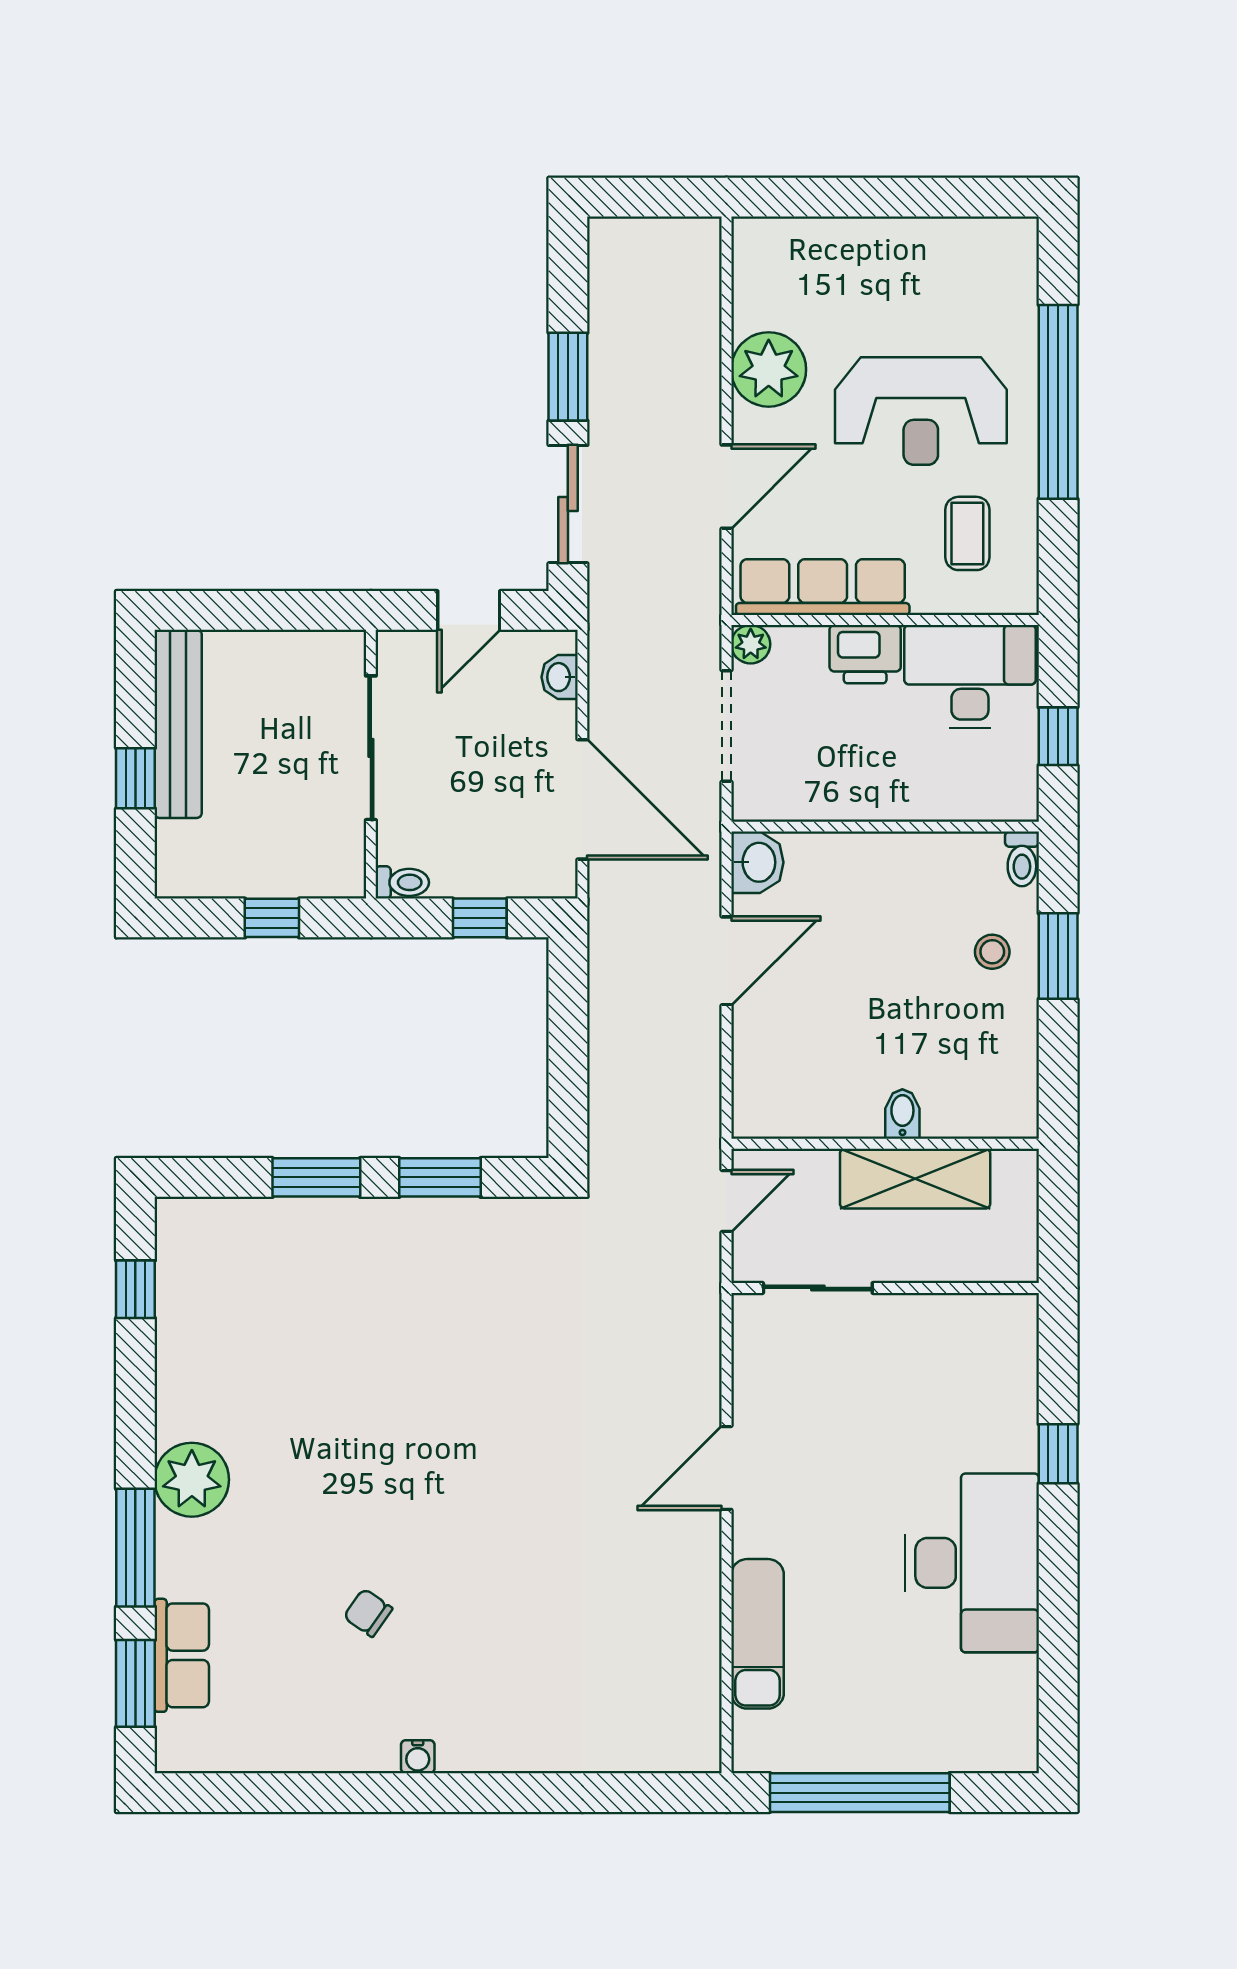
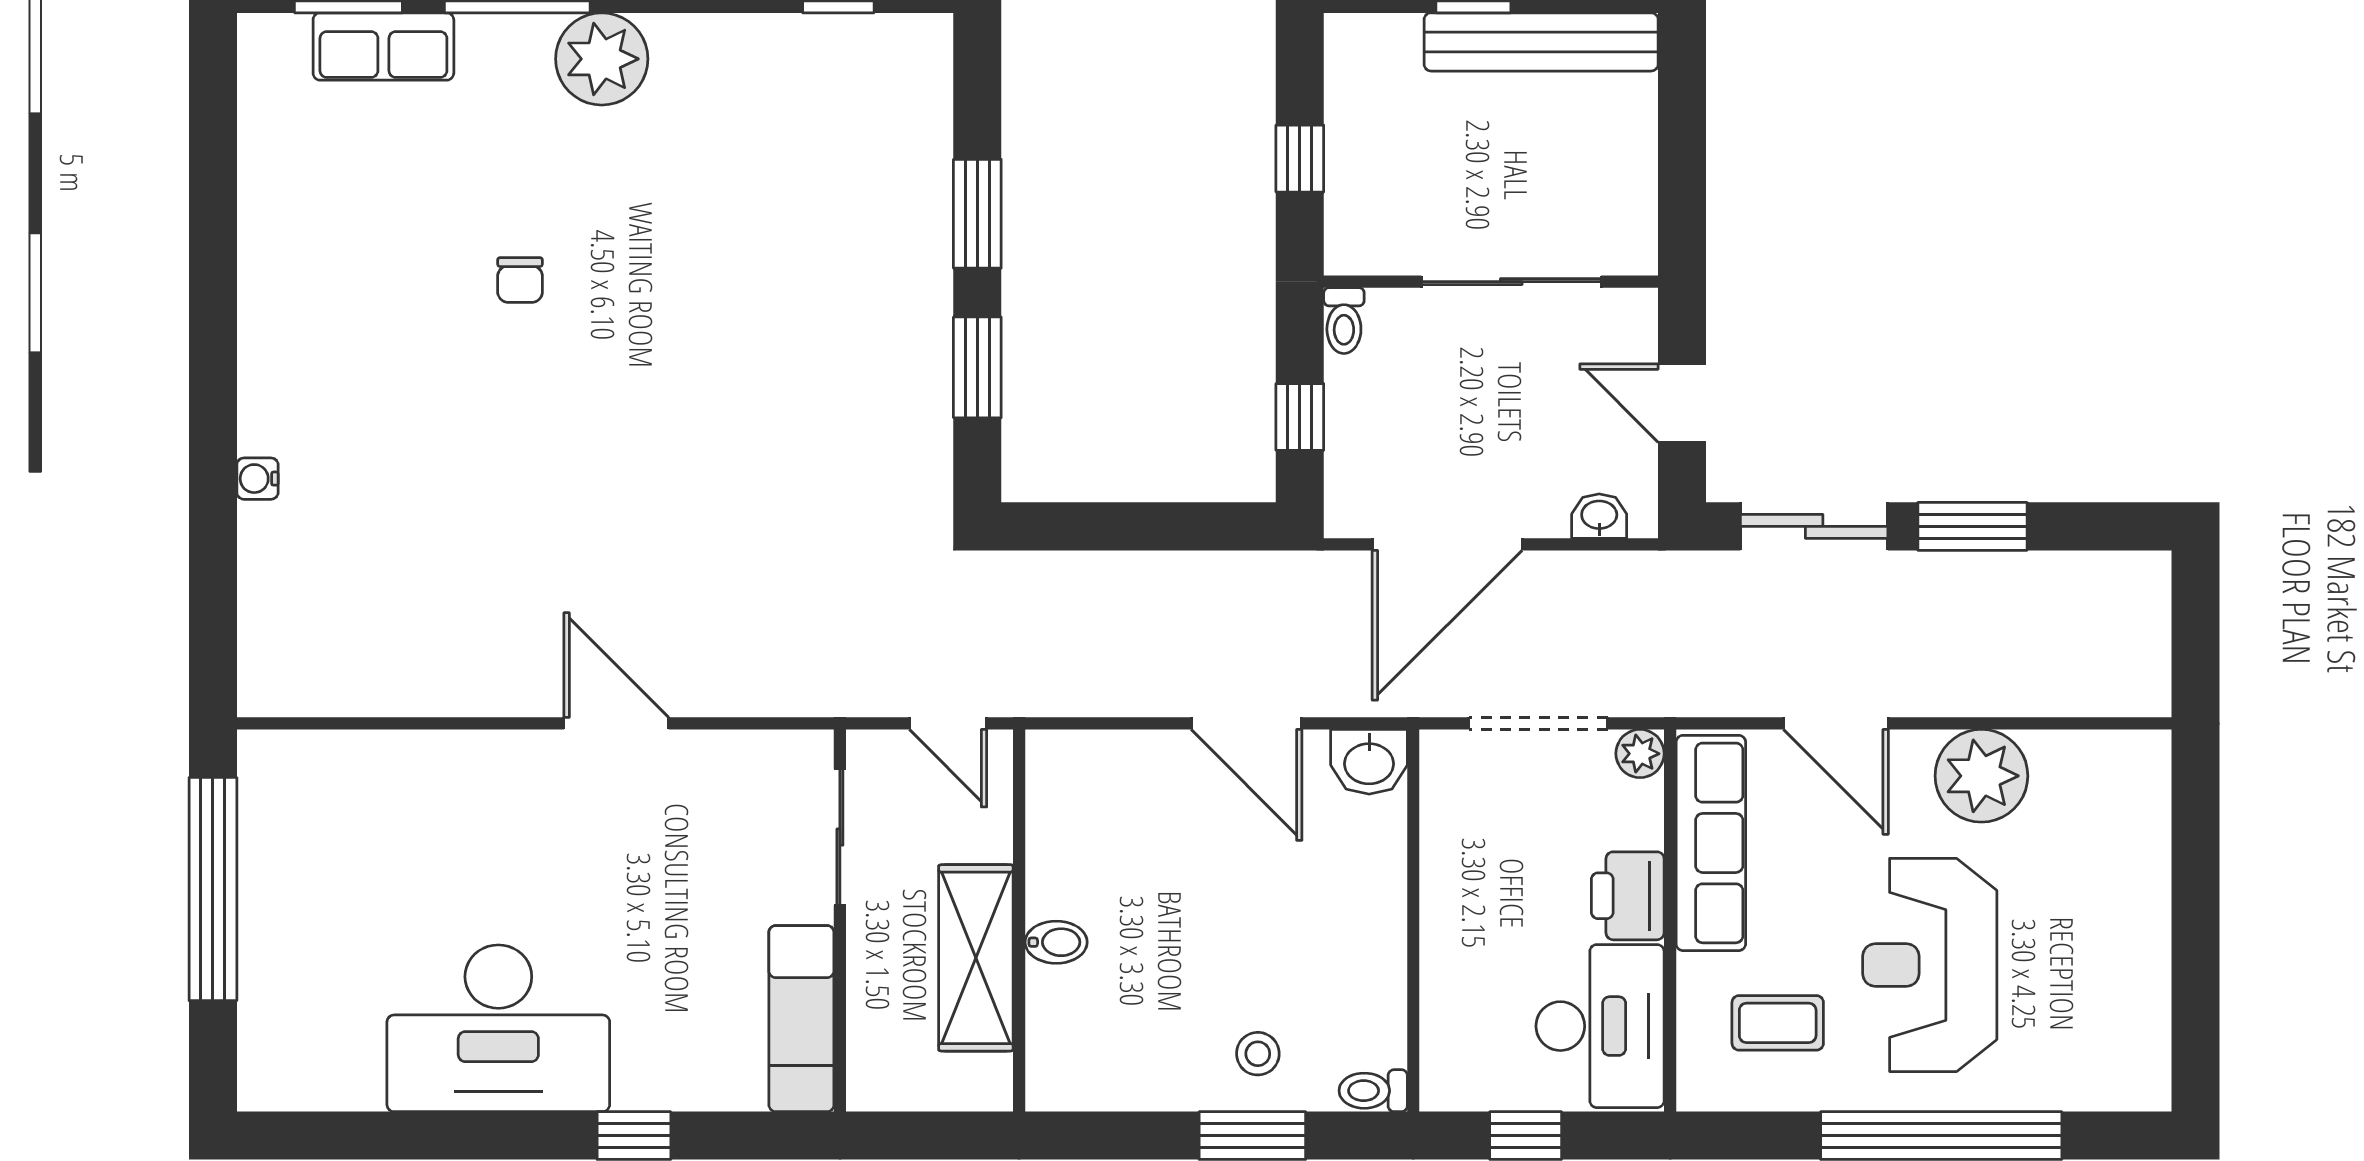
chair: (368, 1613) -> (520, 280), moved, turned 145
exam couch: (758, 1634) -> (801, 1019), moved, turned 90
water cooler: (418, 1757) -> (257, 479), moved

